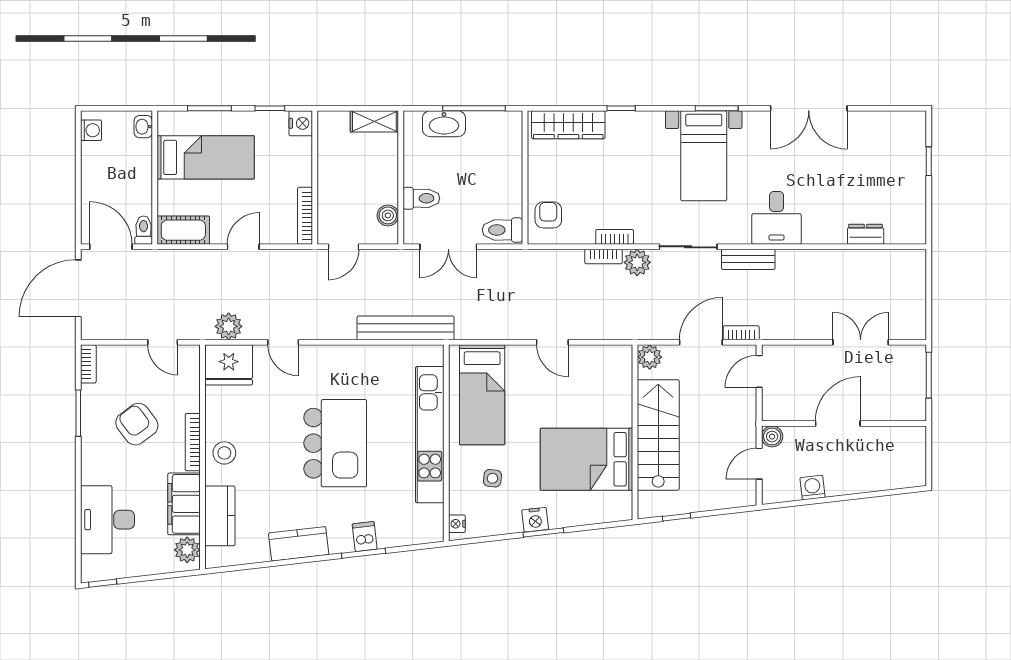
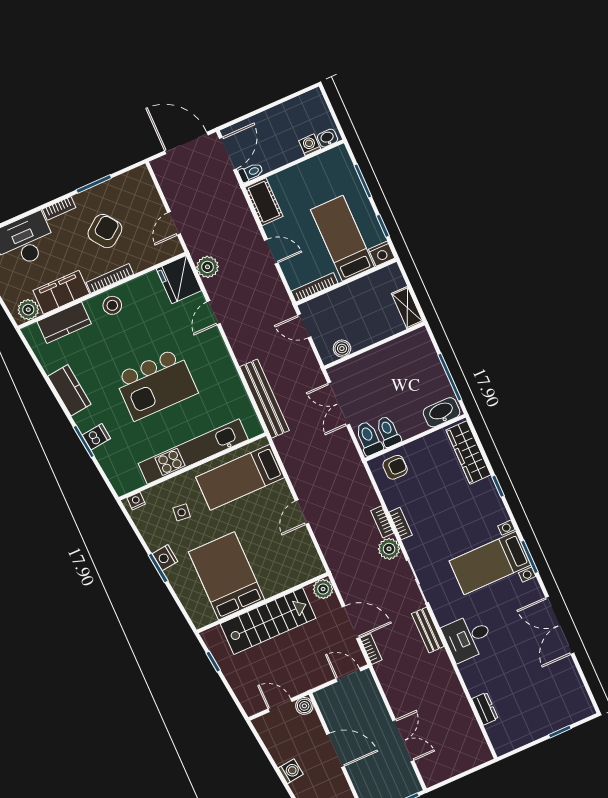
washbasin: (444, 124) -> (442, 412), moved, turned 90
washing machine: (91, 130) -> (310, 145), moved, turned 180
bed: (206, 157) -> (343, 238), moved, turned 180
toilet: (421, 198) -> (388, 431), moved, turned 180
bookcase: (88, 364) -> (59, 208), moved
washing machine: (812, 488) -> (291, 771), moved

